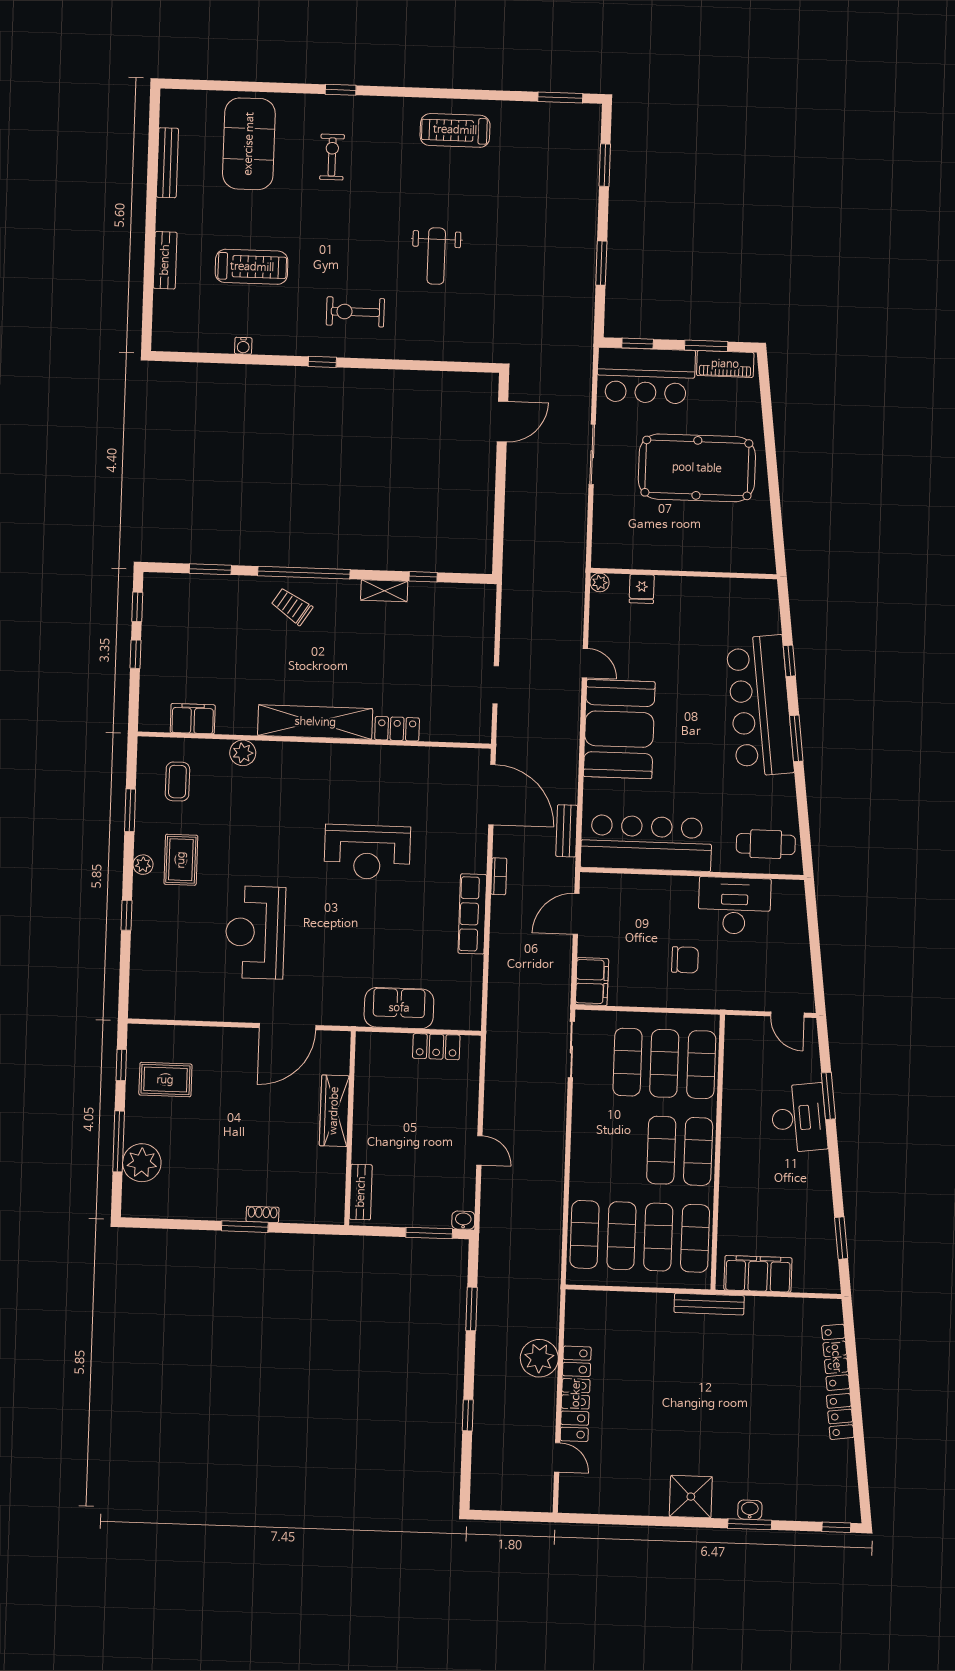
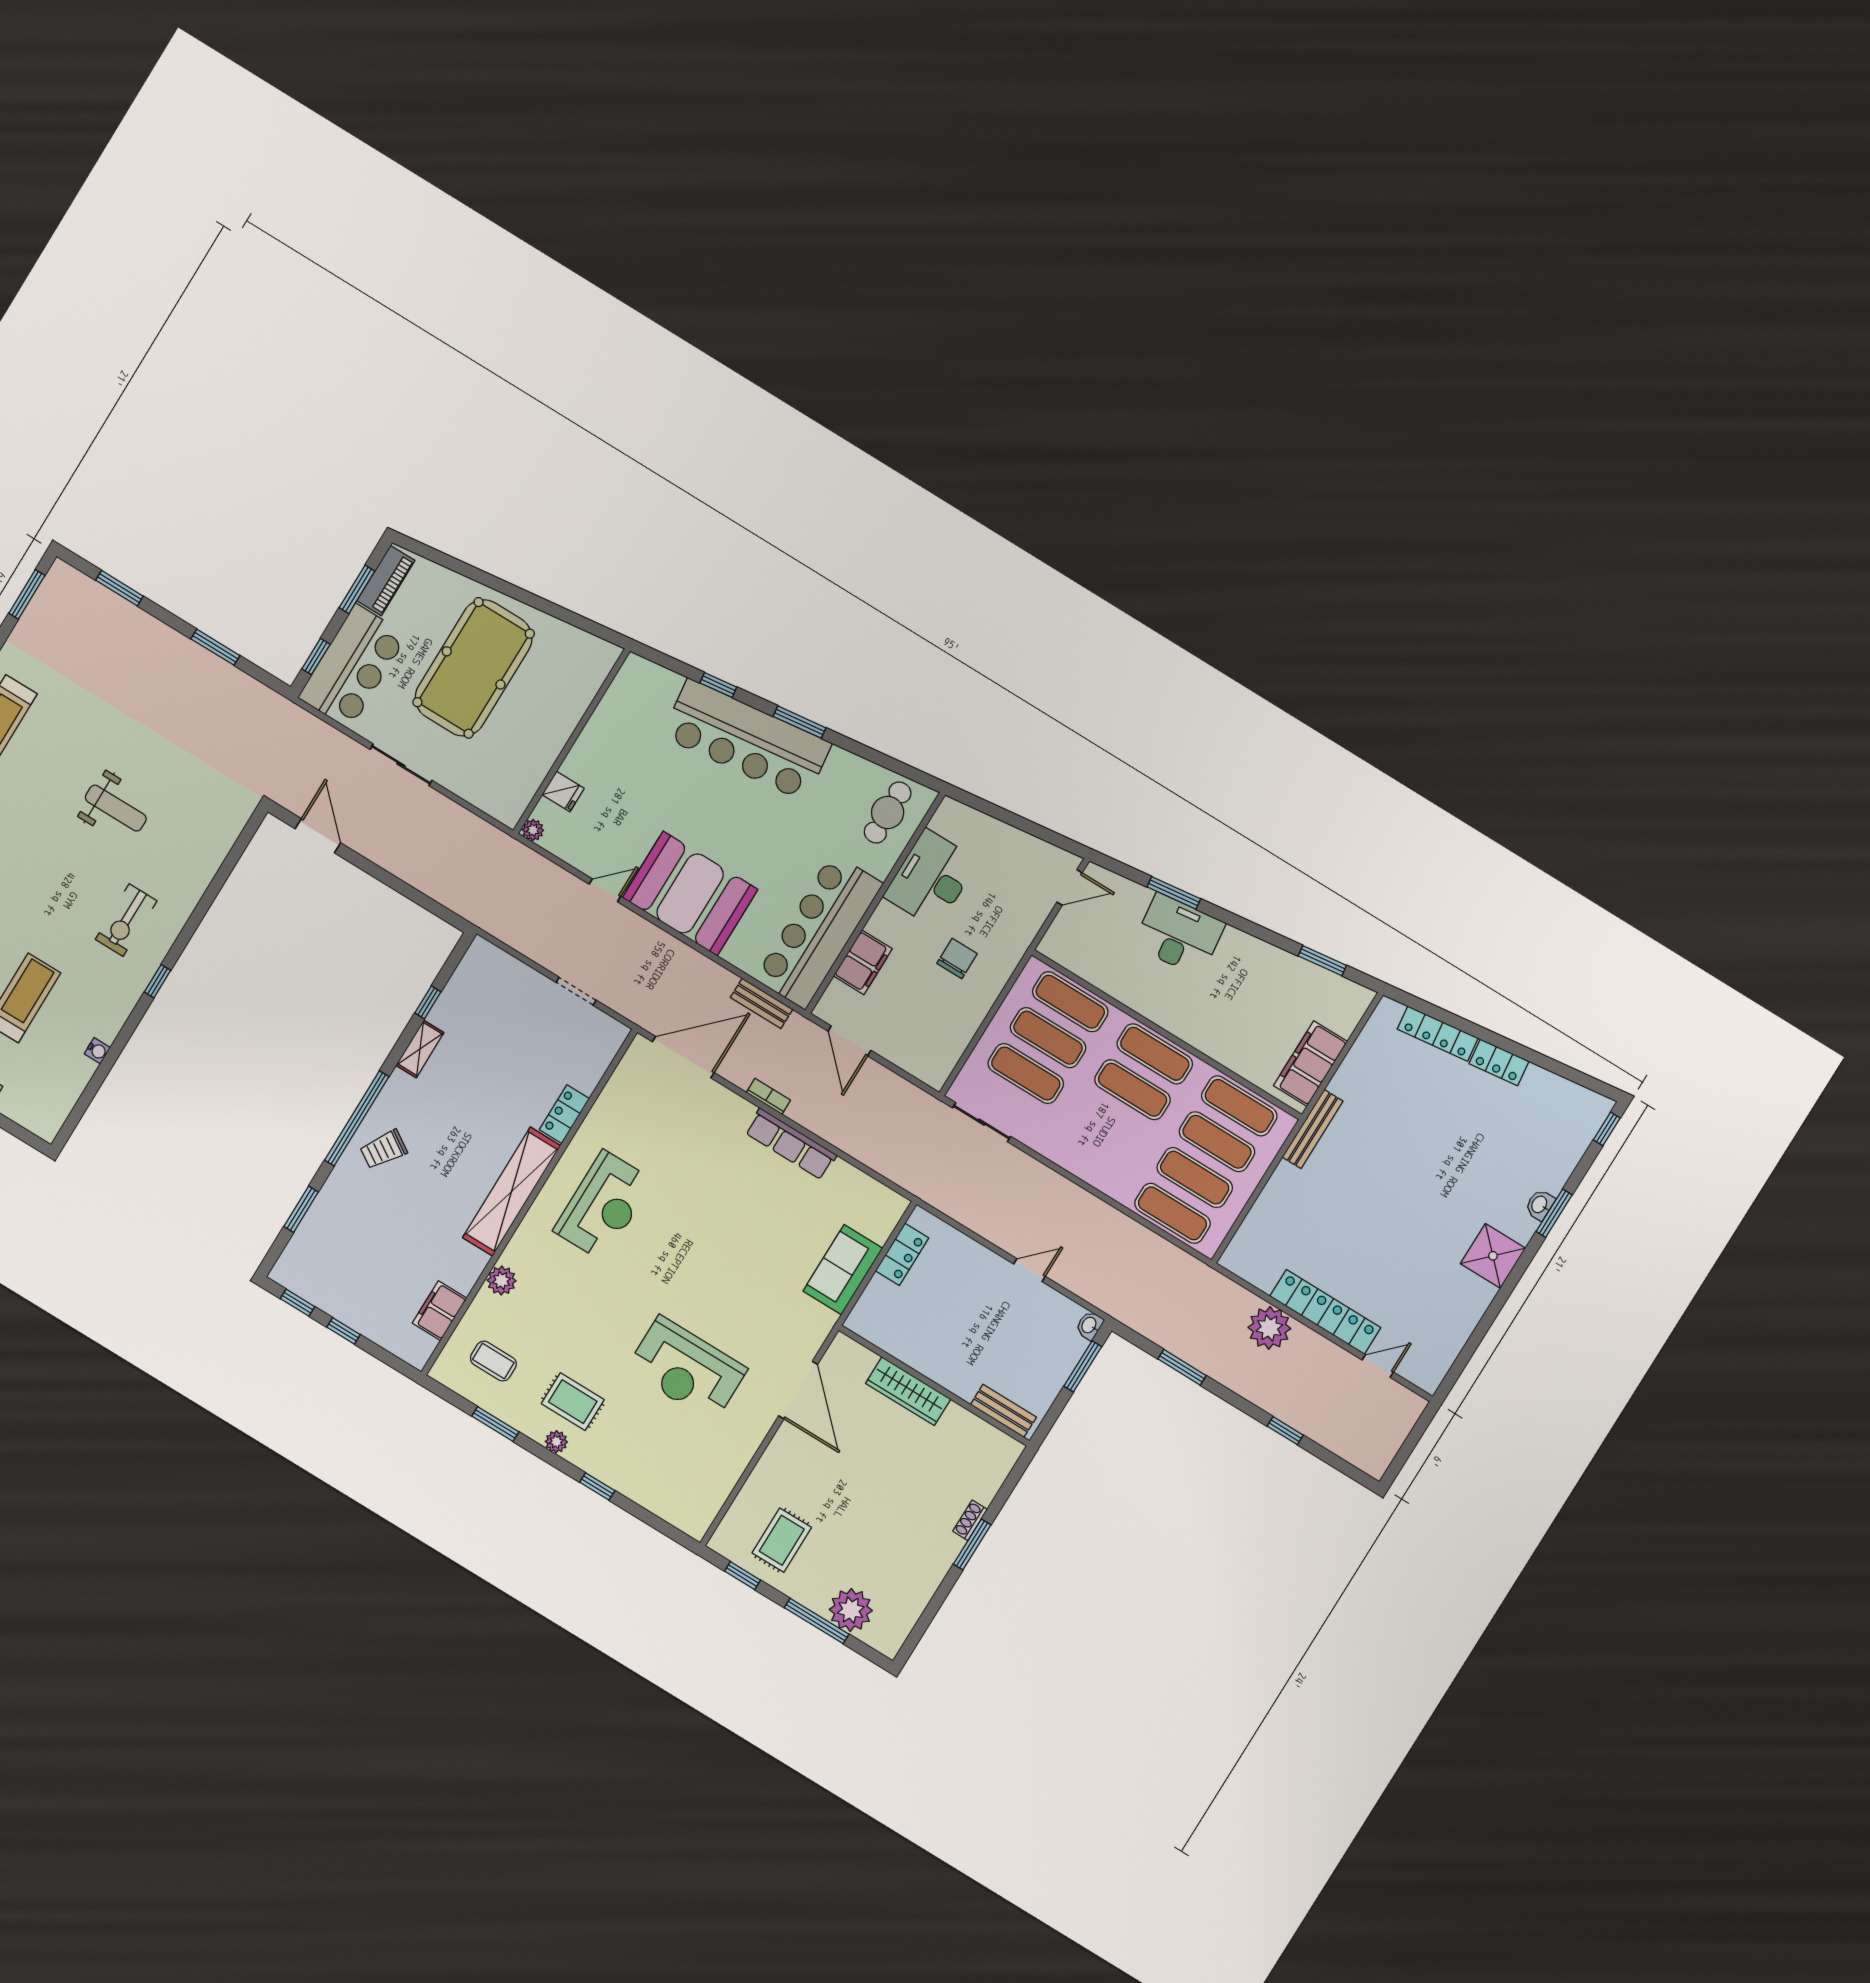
reception desk: (367, 852) -> (603, 1206), moved
filing cabinet: (592, 982) -> (863, 962), moved, turned 90

